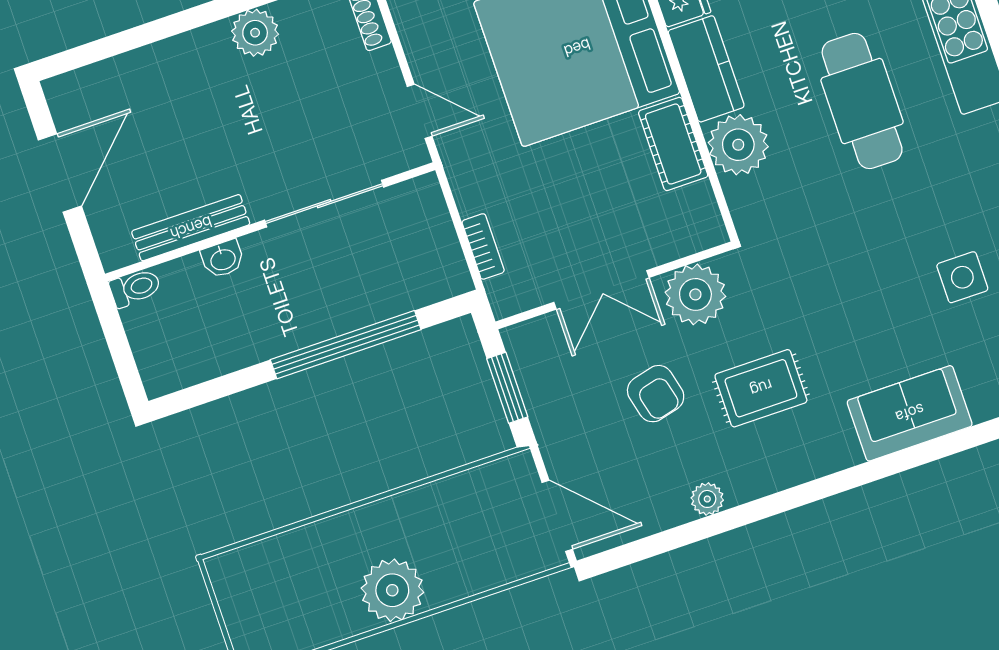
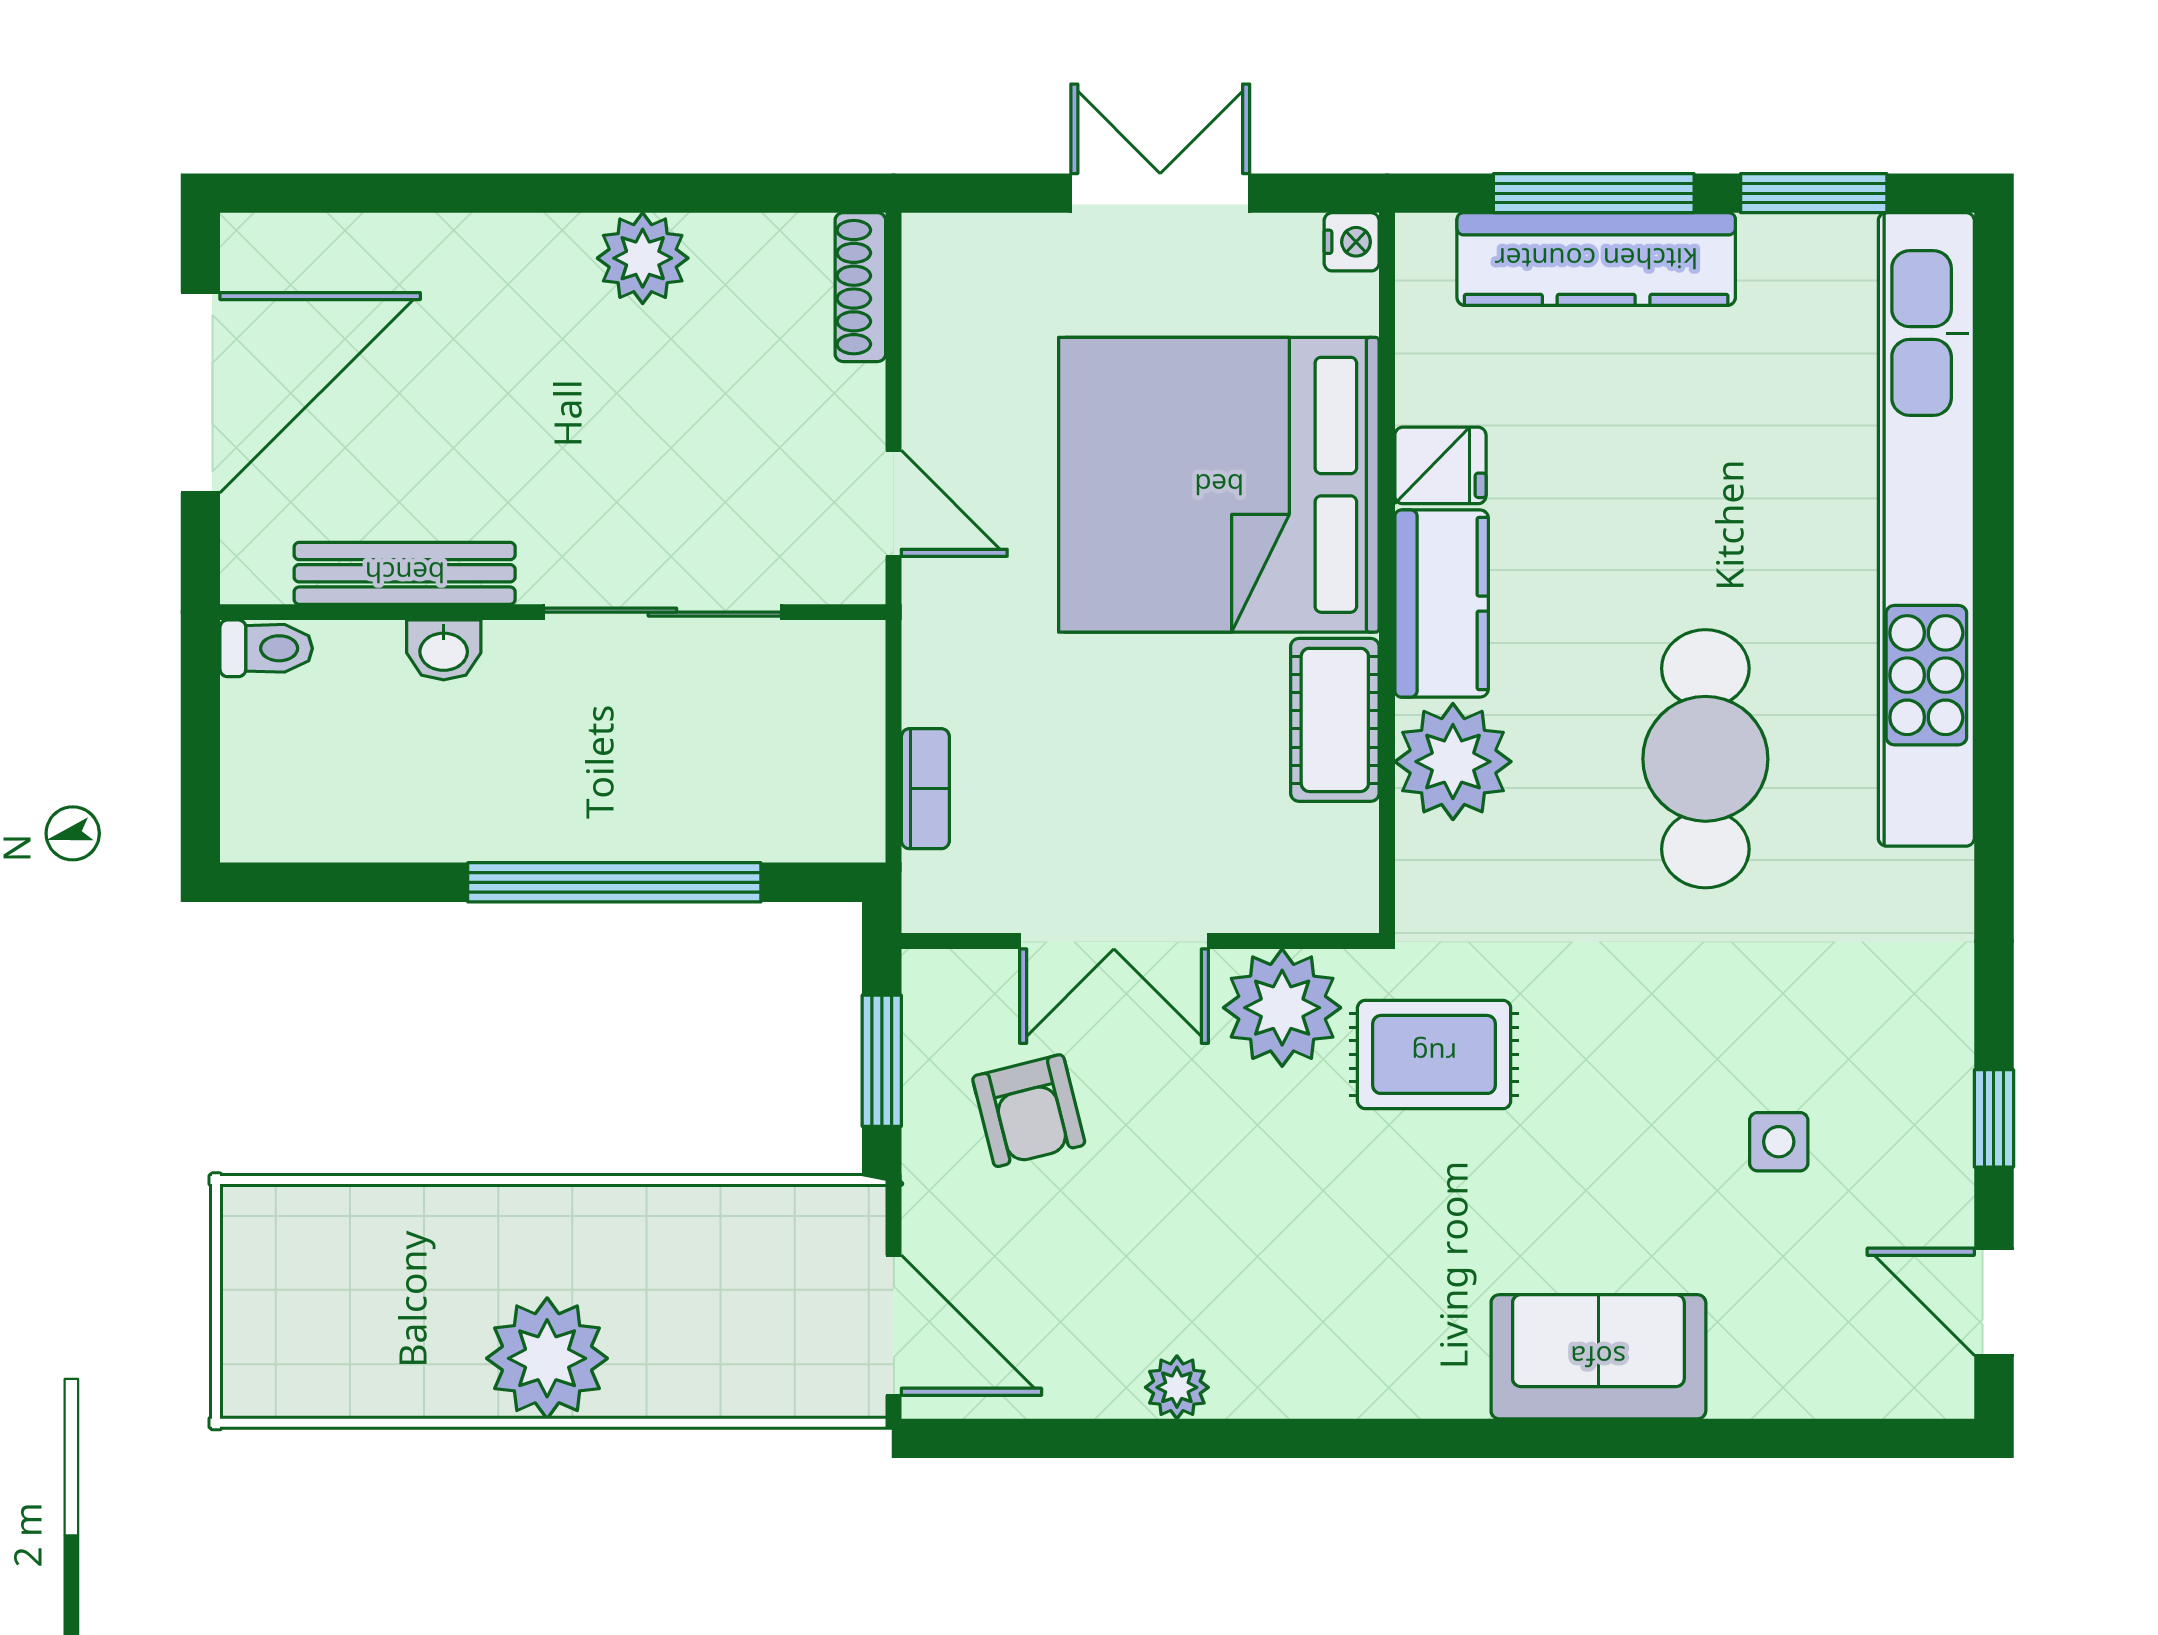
door: (60, 173) -> (200, 393), width x1.36
side table: (962, 277) -> (1779, 1142), width x0.73, depth x0.73
rug: (761, 388) -> (1434, 1054), moved
armchair: (656, 394) -> (1029, 1111), moved

